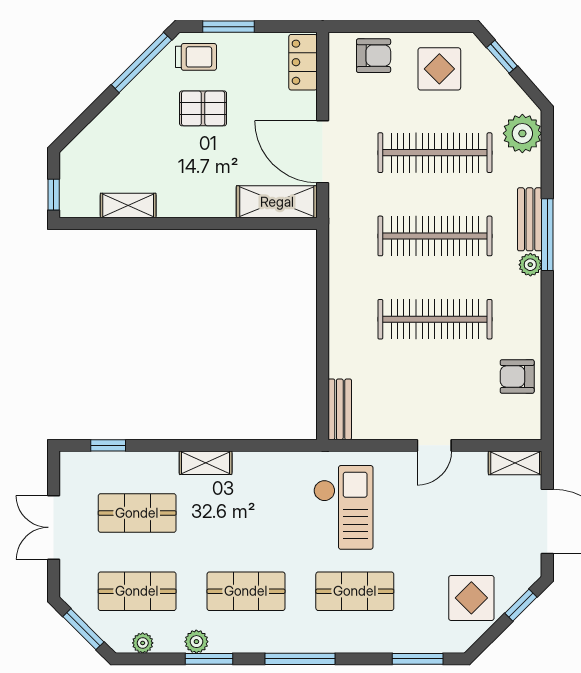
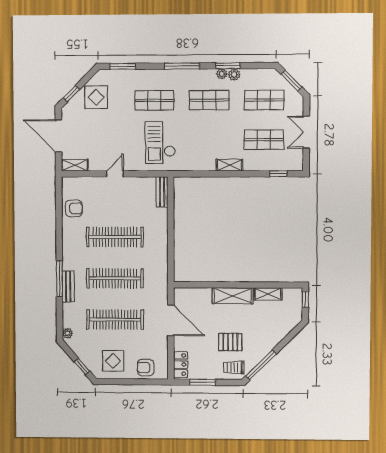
window: (229, 27) -> (202, 382), moved
plant: (522, 133) -> (68, 333), width x0.53, depth x0.53
shelving: (277, 202) -> (233, 296), moved
plant: (530, 265) -> (68, 264), removed
double door: (54, 527) -> (306, 132), swing flipped
plant: (143, 643) -> (222, 74), moved

